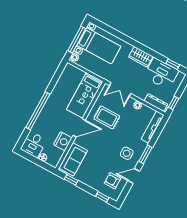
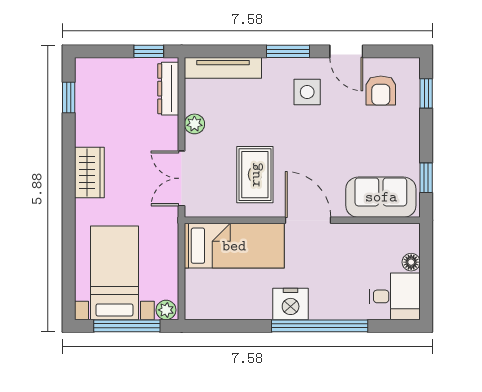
desk: (161, 74) -> (102, 111), removed
double door: (120, 90) -> (182, 178), swing flipped
nightstand: (63, 141) -> (291, 304), moved, turned 180

